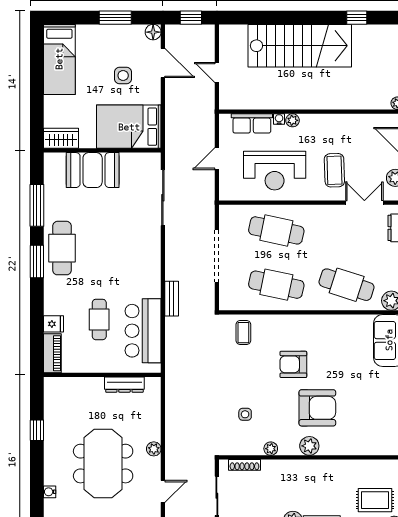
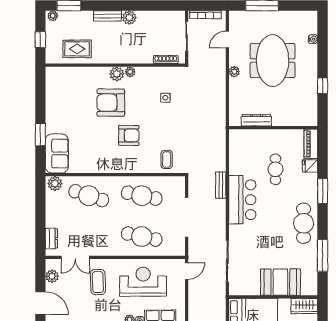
door: (217, 159) -> (187, 271), moved
window: (37, 262) -> (323, 191), moved
bar counter: (143, 331) -> (242, 200), moved
plant: (271, 449) -> (130, 72), moved
rug: (375, 500) -> (77, 49), moved

